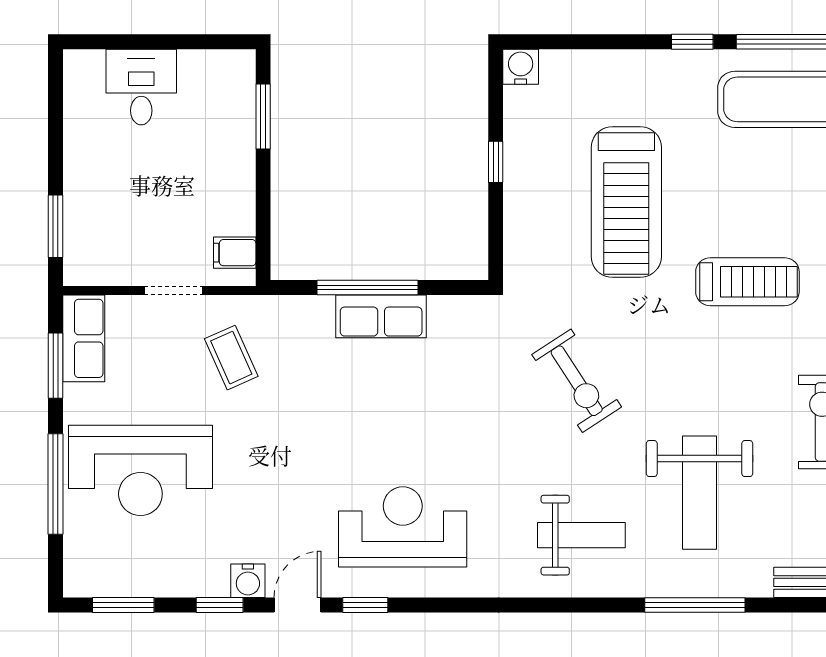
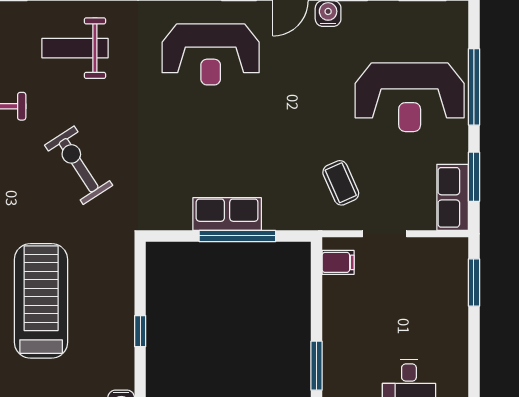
reception desk: (140, 470) -> (410, 97), turned 180

